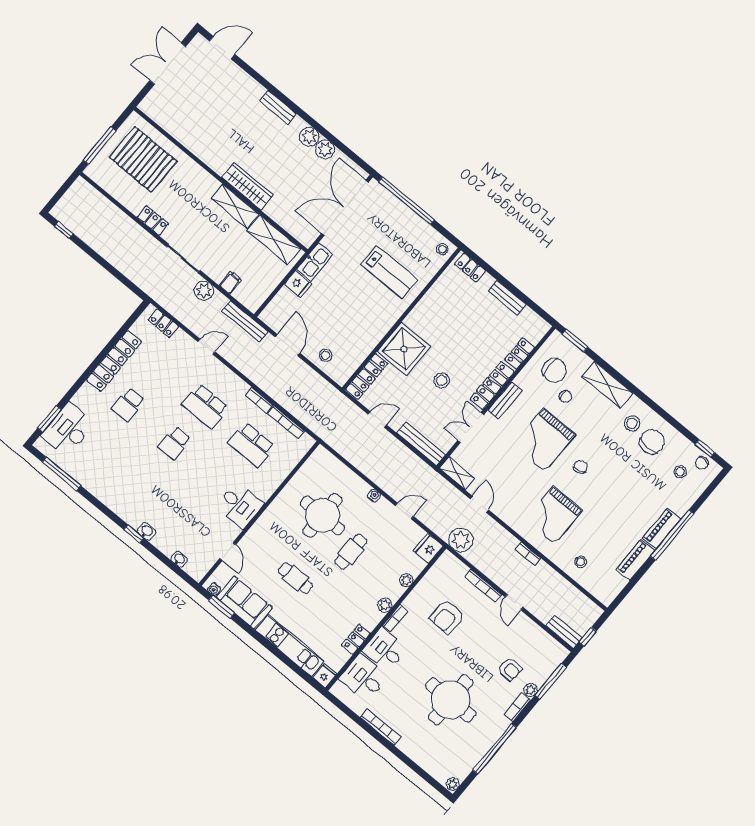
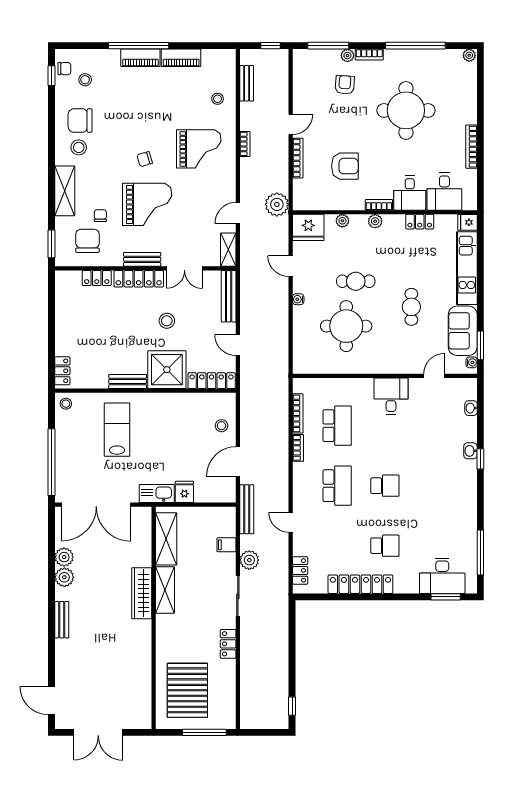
bench: (507, 298) -> (128, 382), moved, turned 90
fridge: (428, 548) -> (308, 227), width x1.36, depth x1.34
bench: (564, 632) -> (247, 83), moved

